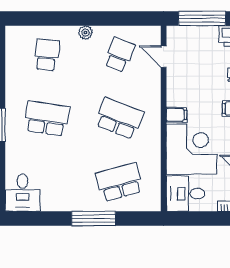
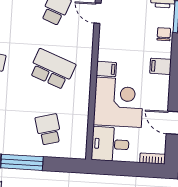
school desk: (119, 182) -> (48, 129), width x0.54

